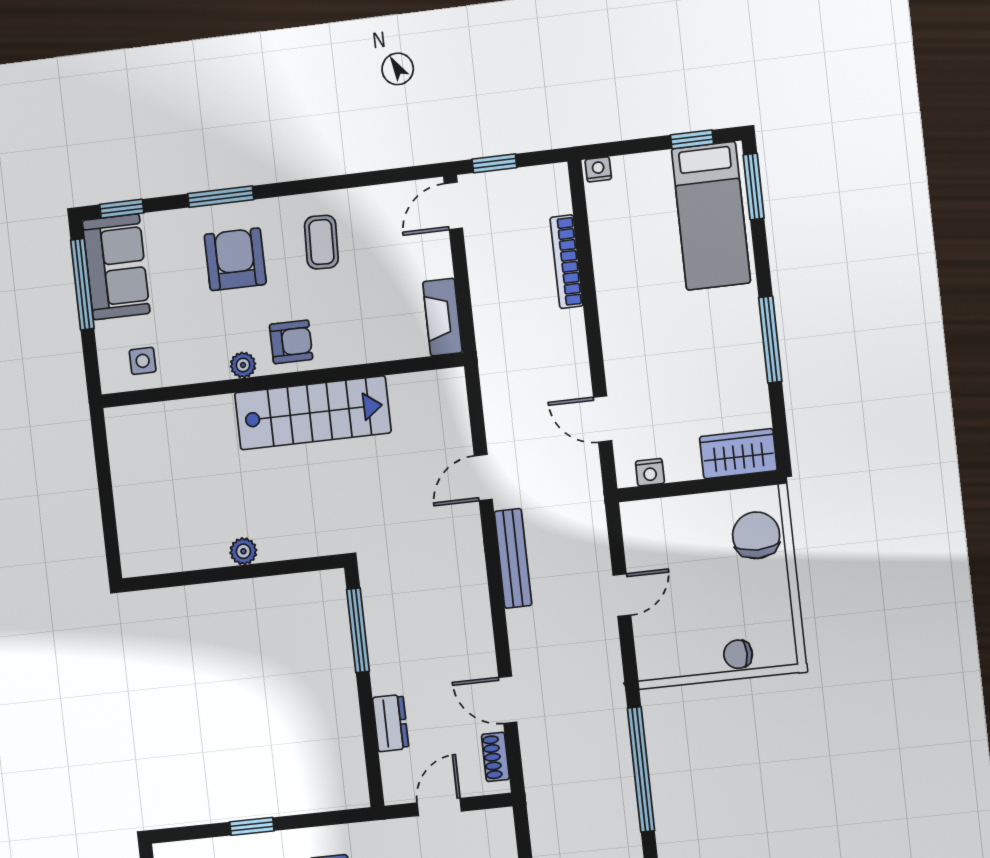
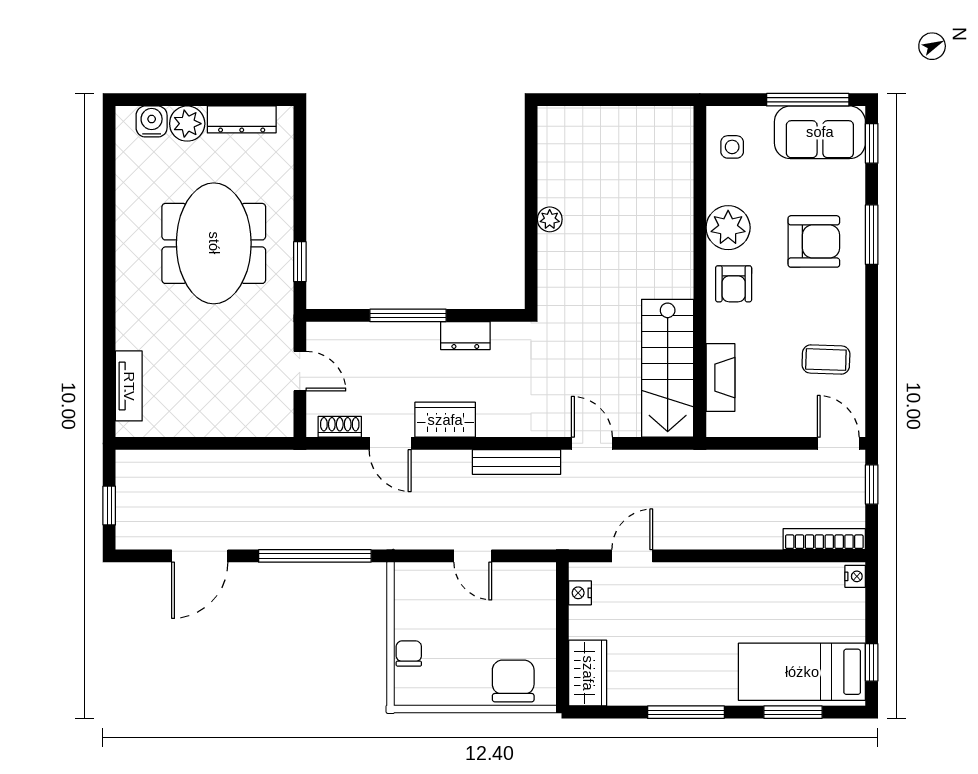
window: (754, 187) -> (793, 712), moved
coffee table: (321, 242) -> (826, 360), moved
bookcase: (567, 262) -> (824, 539), moved
fireplace: (443, 317) -> (721, 378), moved, turned 90
plant: (243, 365) -> (728, 228), width x1.88, depth x1.88
stairs: (313, 413) -> (668, 368), moved
chair: (756, 535) -> (513, 681), turned -90
window: (358, 630) -> (408, 315), moved
wardrobe: (475, 642) -> (445, 420), added
door: (508, 700) -> (390, 443), swing flipped
dresser: (391, 723) -> (465, 336), moved
window: (252, 826) -> (300, 262), moved

